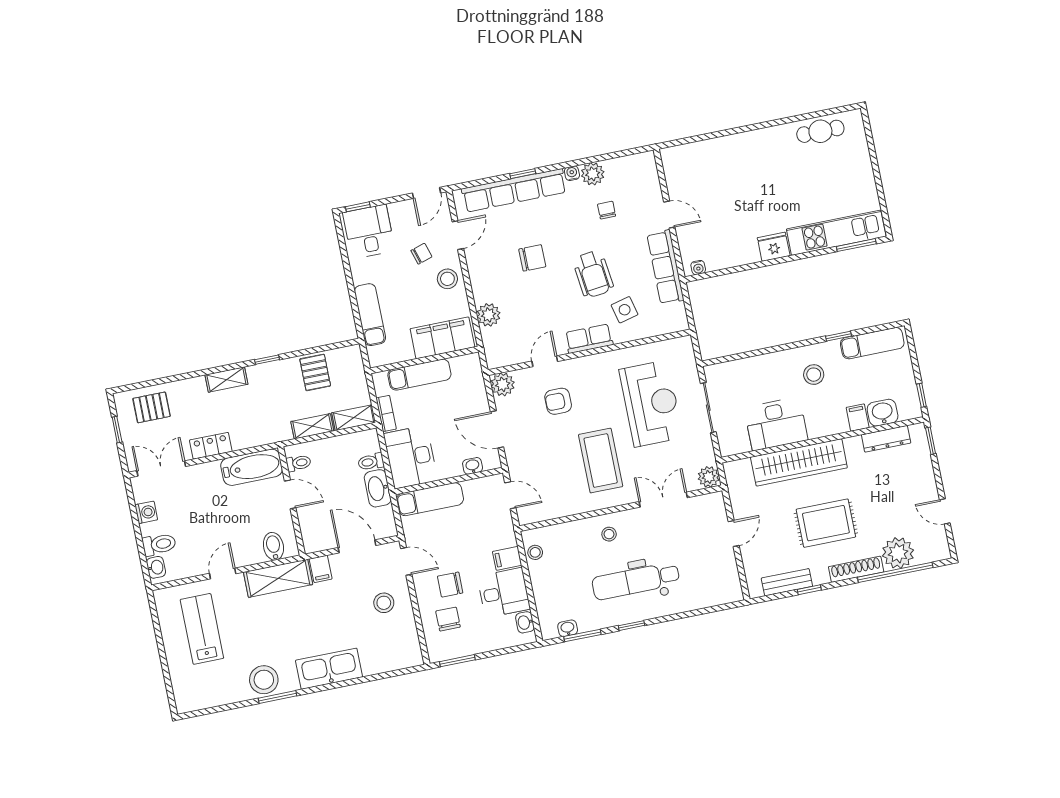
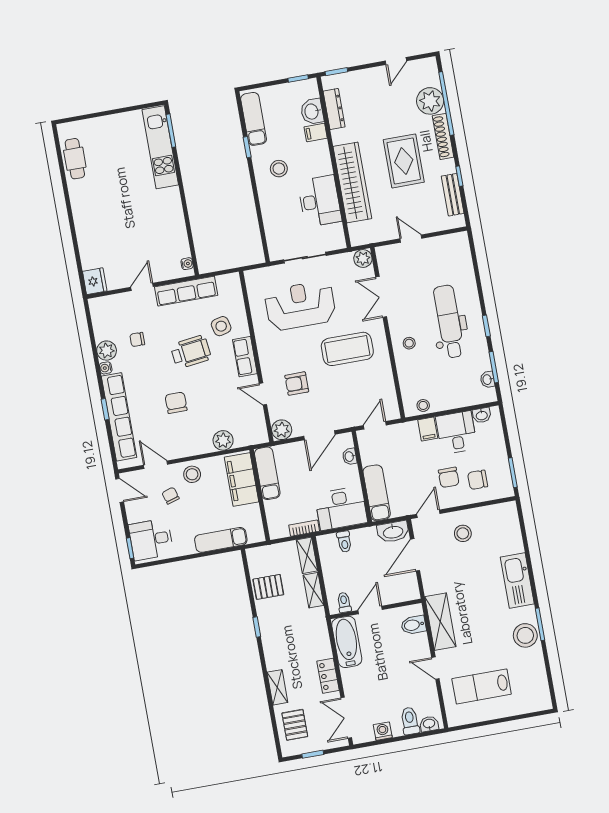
fridge: (774, 247) -> (95, 281), moved, turned 180
exam couch: (419, 375) -> (267, 473), moved
shelving: (226, 380) -> (277, 687), moved
armchair: (558, 401) -> (297, 384), turned 90
washbasin: (378, 488) -> (393, 532), moved
filing cabinet: (321, 569) -> (433, 586), removed
dental chair: (636, 581) -> (449, 322), turned 180

